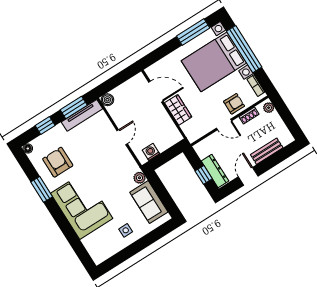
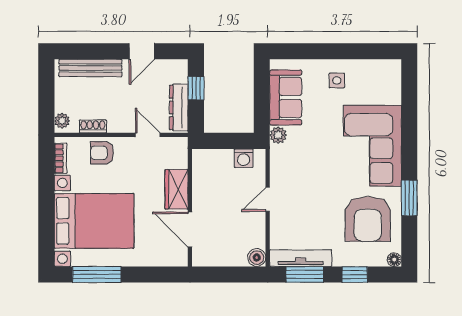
window: (244, 49) -> (46, 213), removed
door: (224, 124) -> (148, 135), moved
bench: (267, 151) -> (90, 68), width x1.36
armchair: (58, 162) -> (368, 219), width x1.36, depth x1.36
dresser: (215, 171) -> (179, 107), moved

